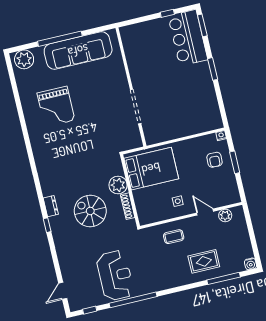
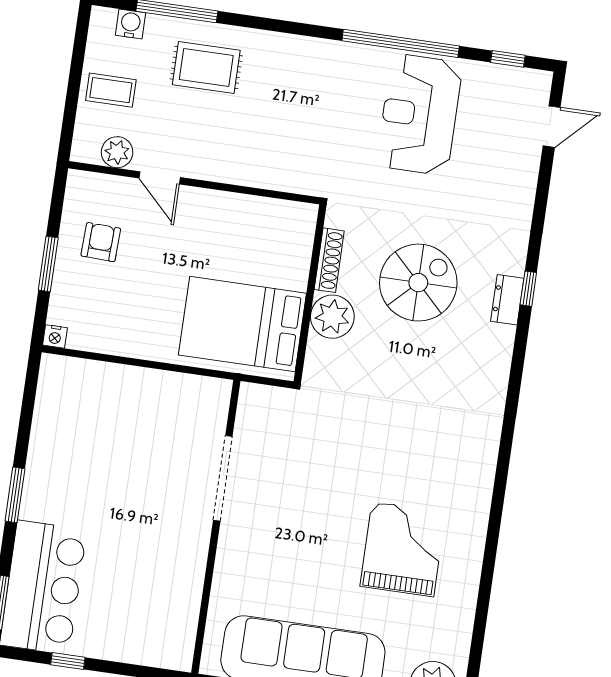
armchair: (214, 160) -> (101, 242), moved
side table: (178, 201) -> (212, 227), removed
dresser: (51, 206) -> (507, 300), moved
spiral stairs: (90, 211) -> (418, 283), turned -90
coffee table: (174, 237) -> (111, 90), moved
water cooler: (251, 264) -> (130, 24), moved

